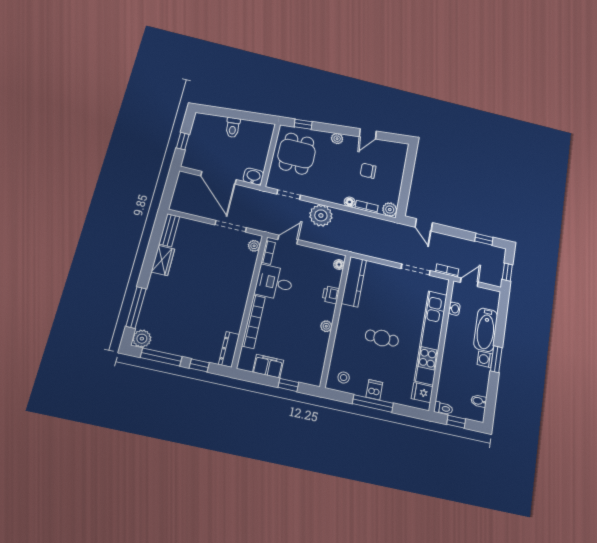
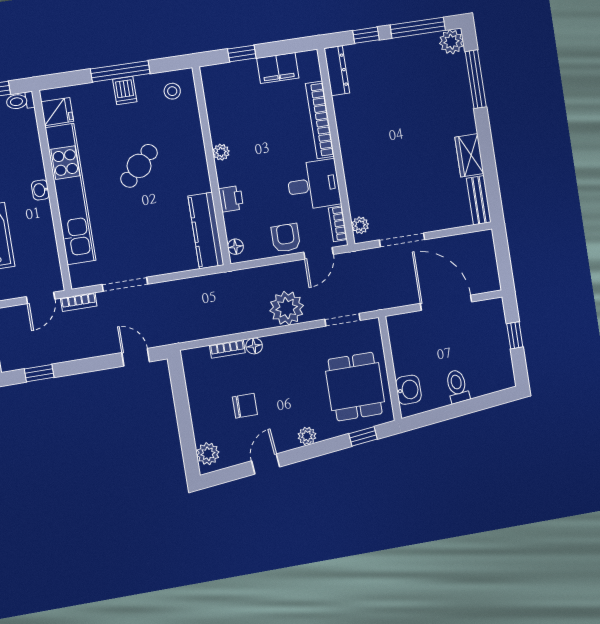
washbasin: (253, 176) -> (408, 390), moved, turned -90
plant: (390, 210) -> (208, 454), moved
armchair: (305, 257) -> (286, 238), added
washbasin: (454, 309) -> (40, 190), moved
cafe table: (382, 338) -> (139, 166), turned -45

